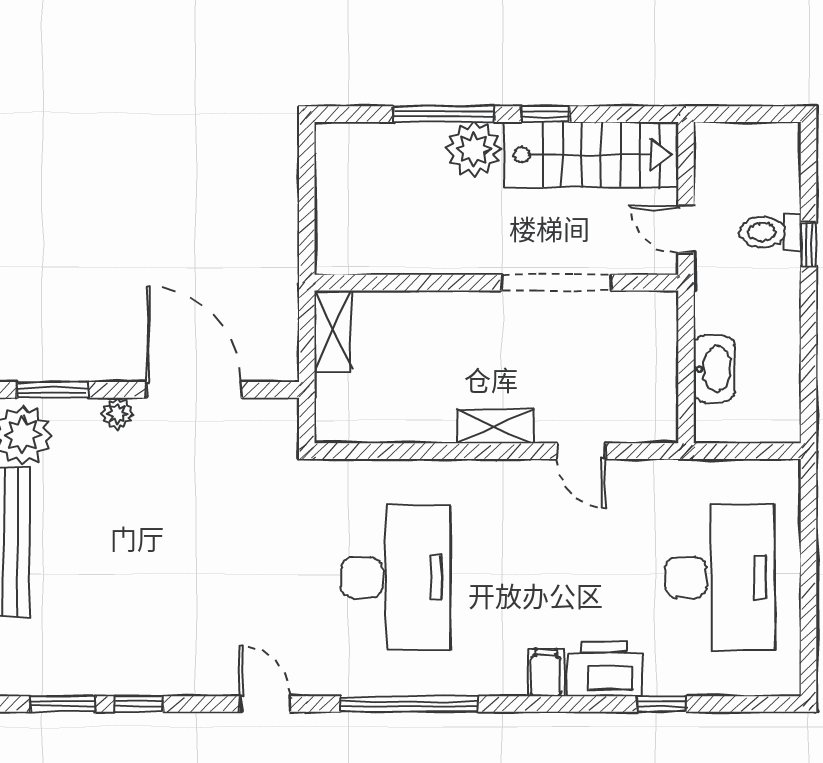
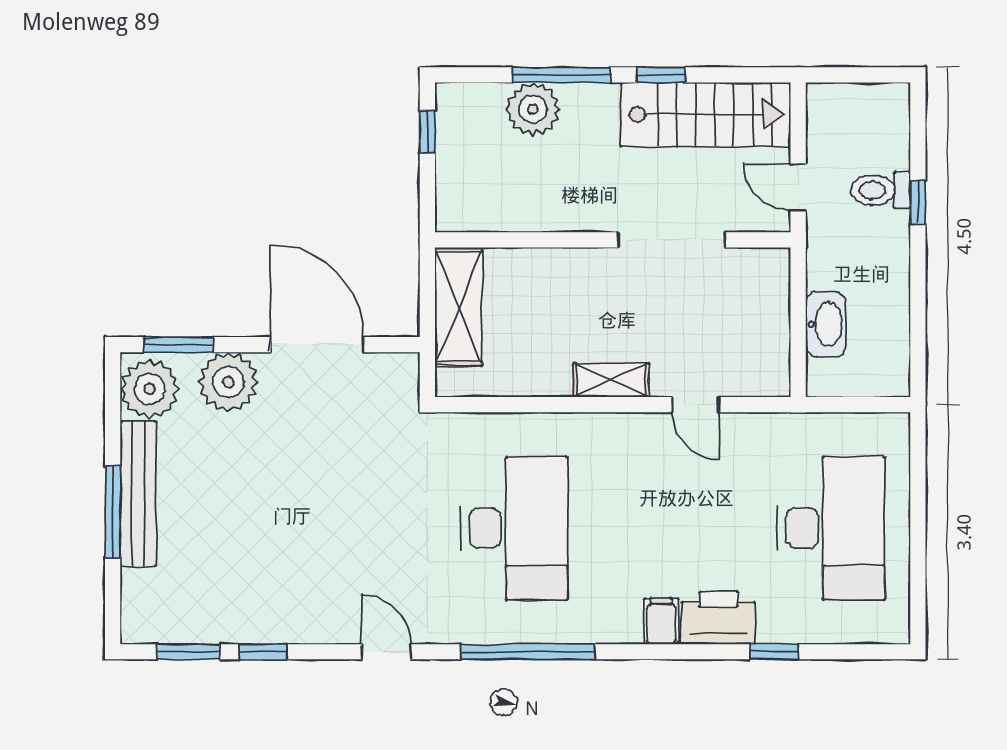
plant: (474, 149) -> (533, 109), moved
window: (307, 172) -> (427, 132), added
shelving: (333, 331) -> (459, 306), width x1.50, depth x1.33
plant: (117, 414) -> (228, 382), width x1.87, depth x1.87

